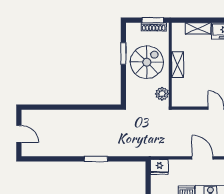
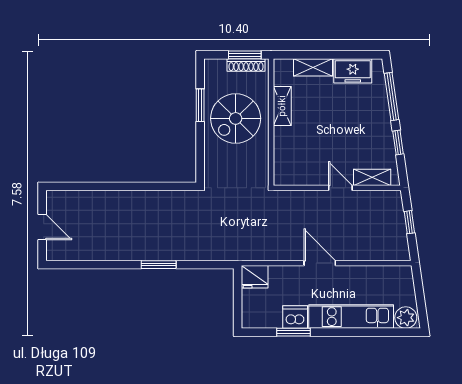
spiral stairs: (147, 62) -> (236, 118), turned 180
shelving: (178, 65) -> (282, 106), moved
plant: (162, 94) -> (259, 166), removed

